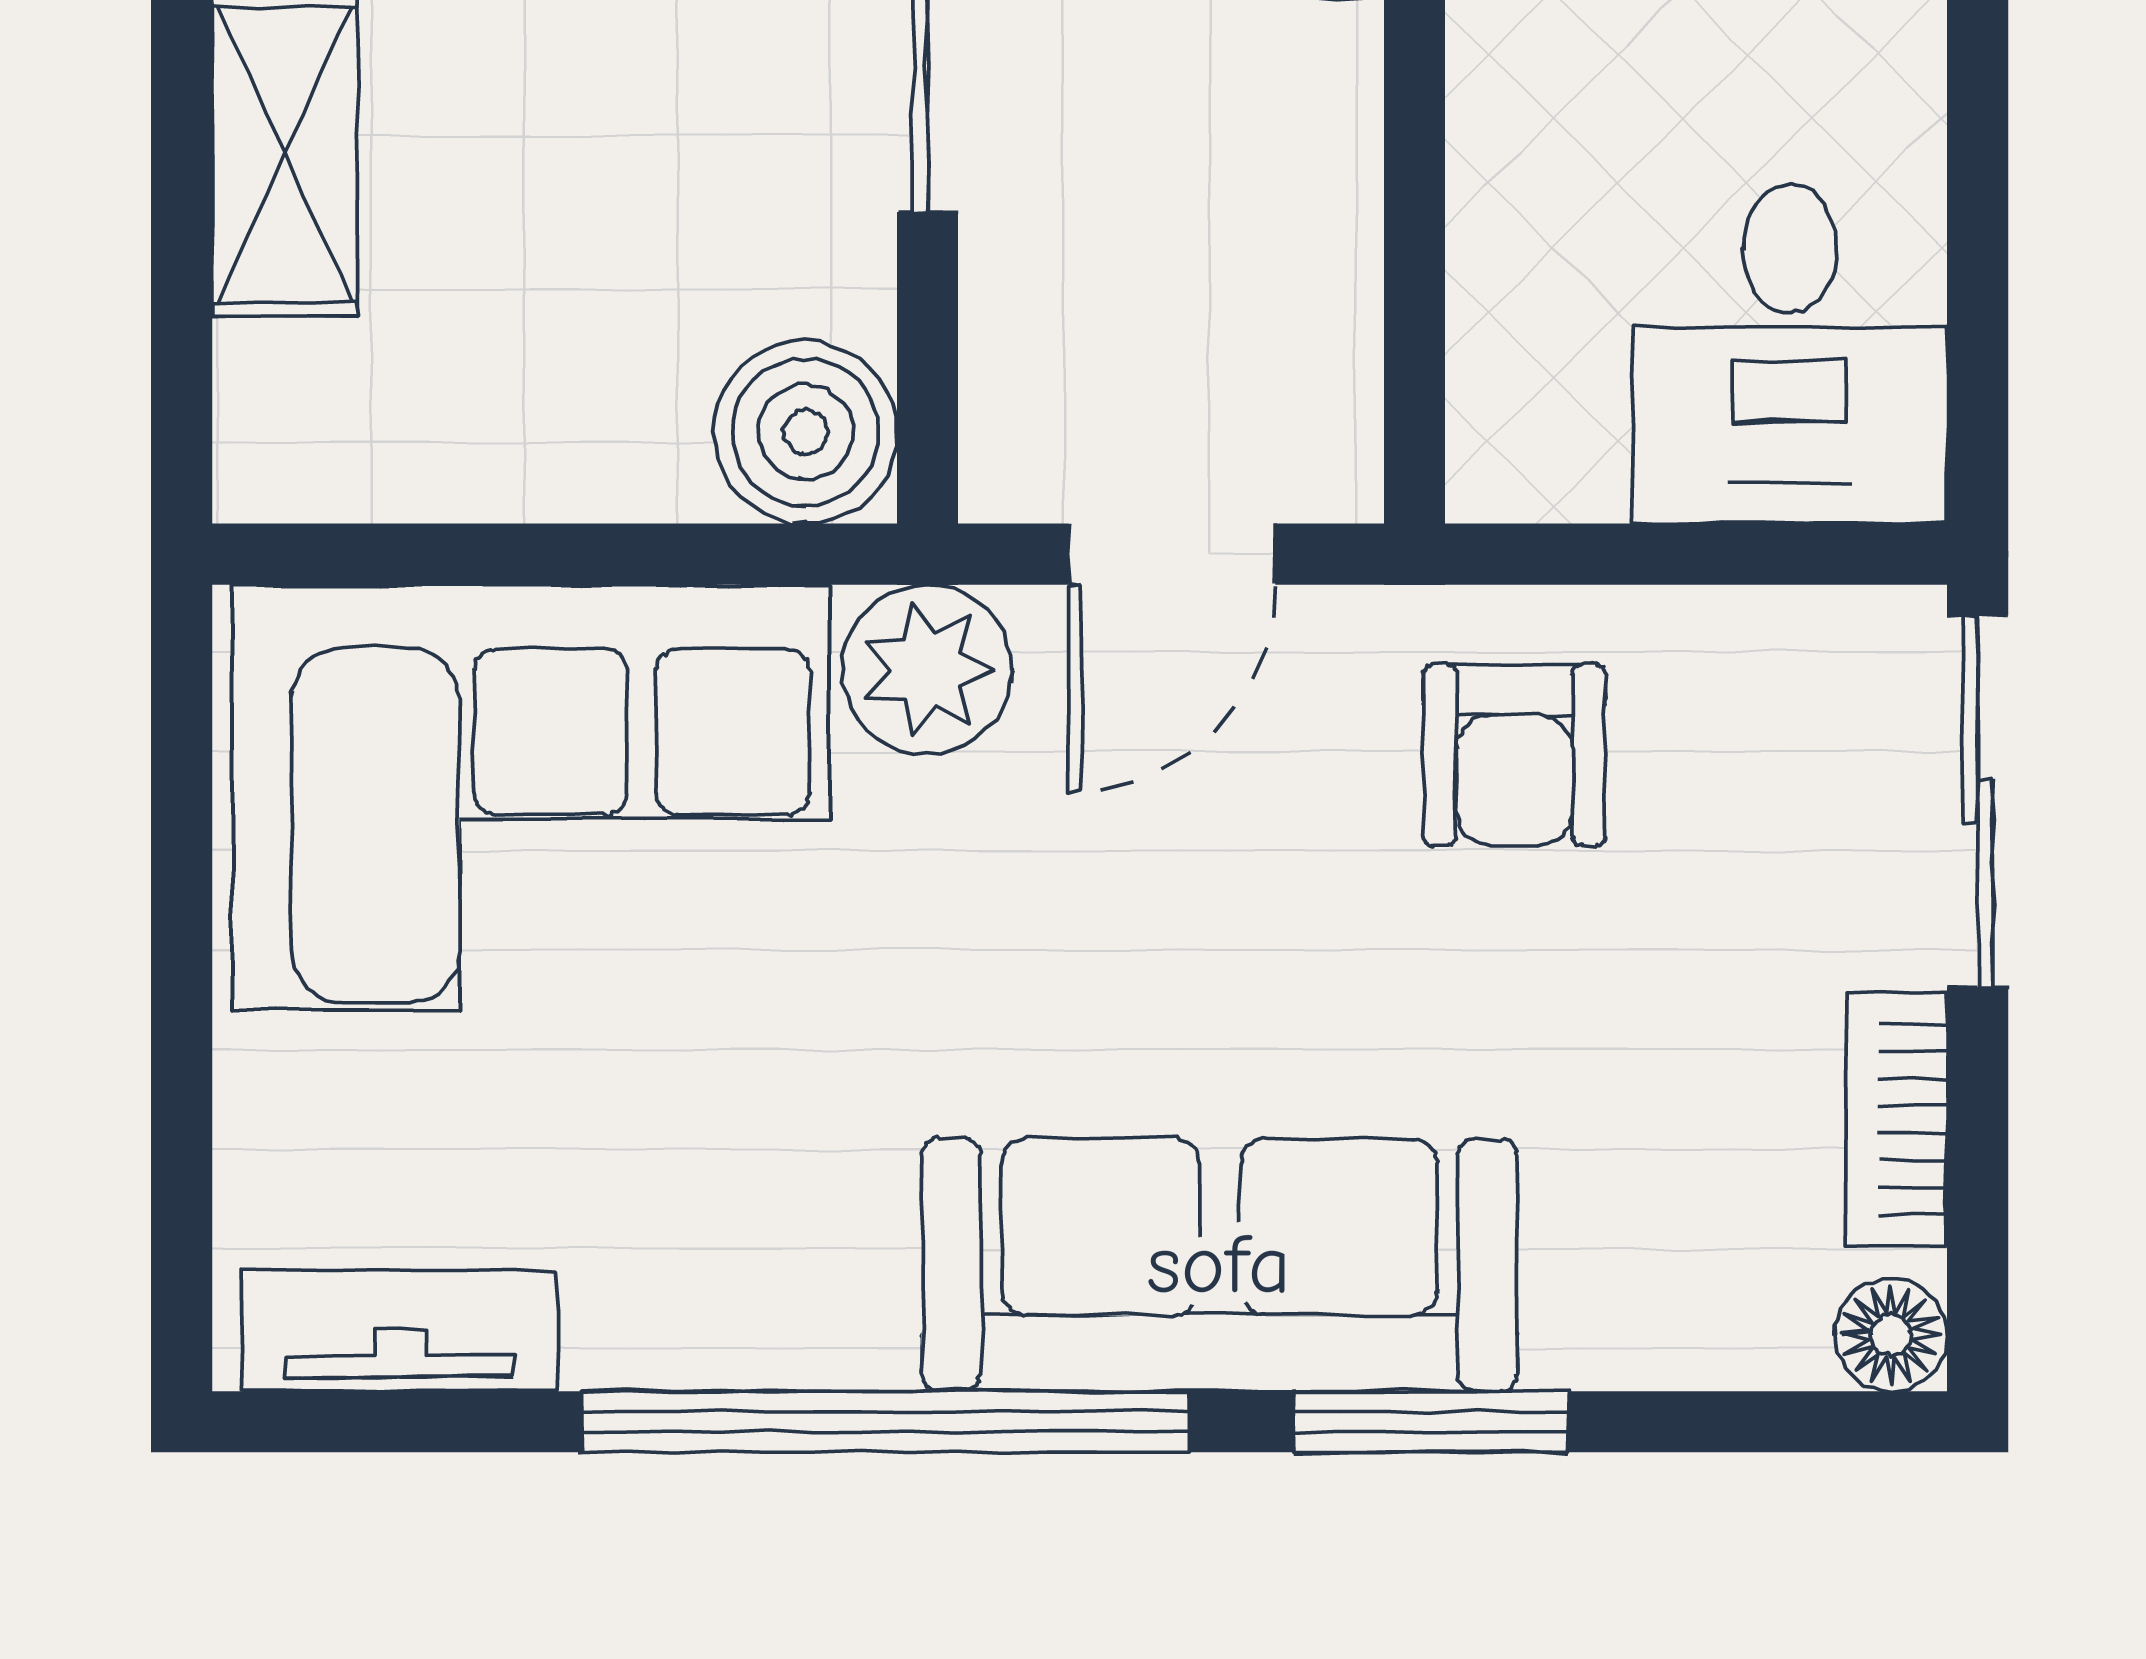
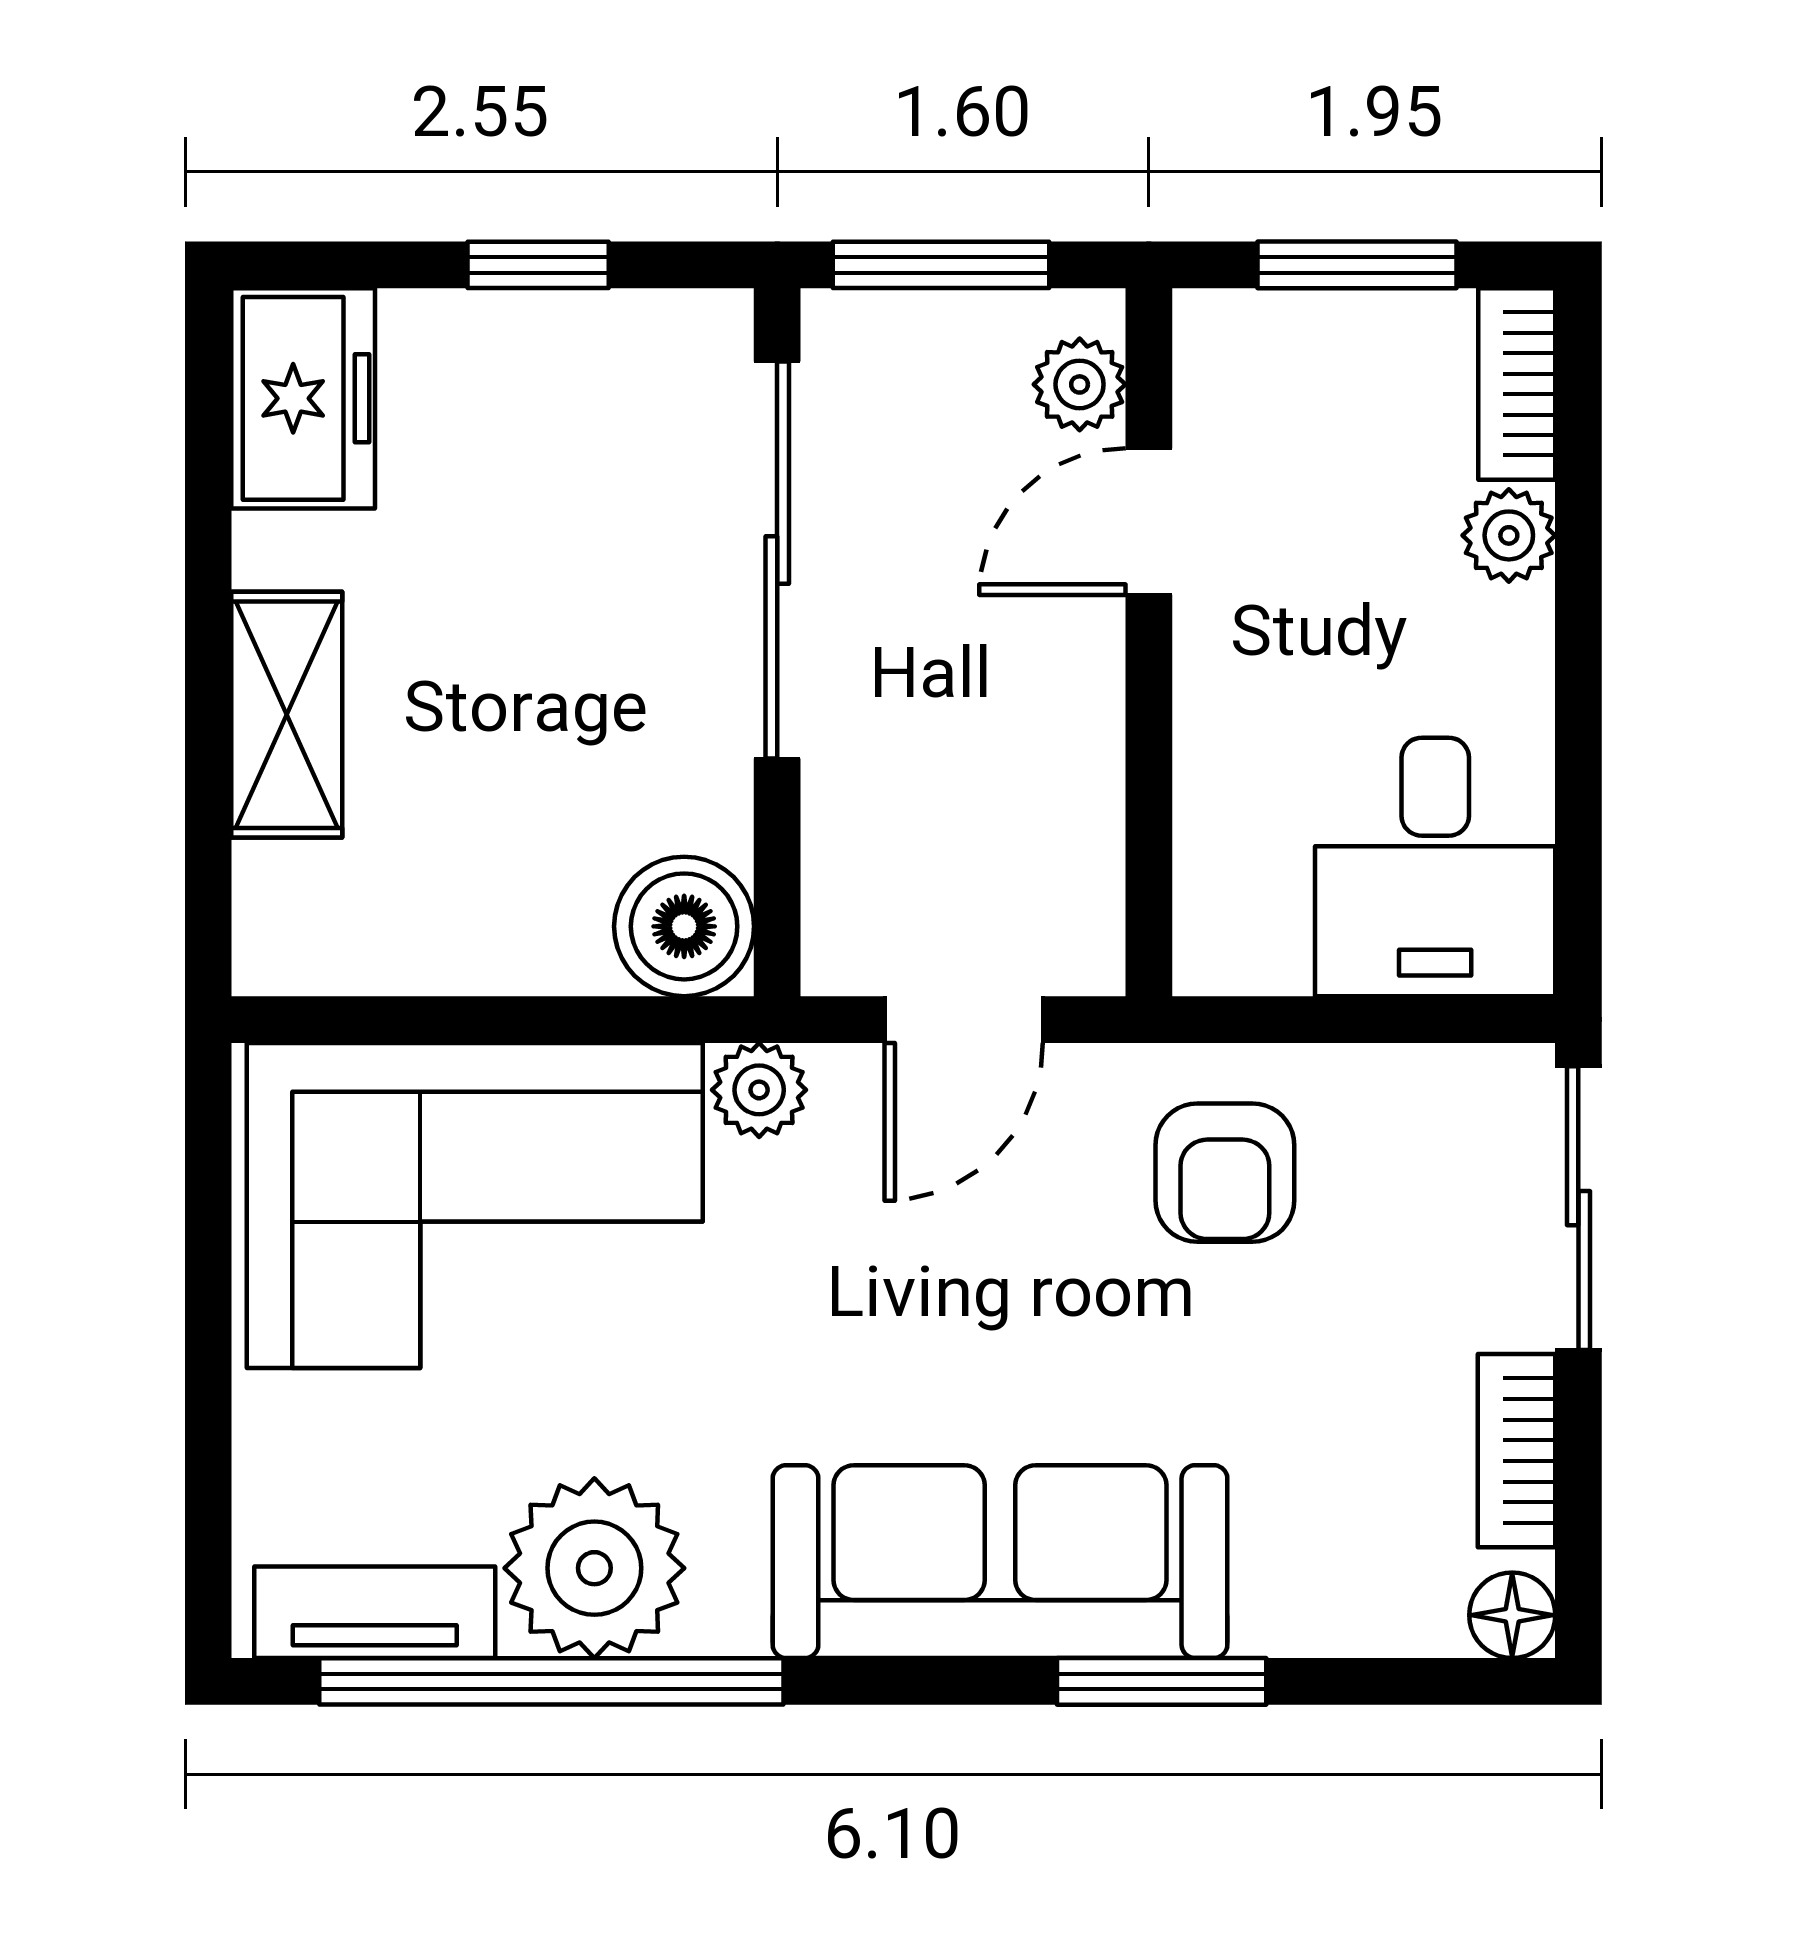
plant: (927, 670) -> (759, 1090), width x0.73, depth x0.73
plant: (688, 1273) -> (594, 1568), added
window: (885, 1422) -> (551, 1681), moved

